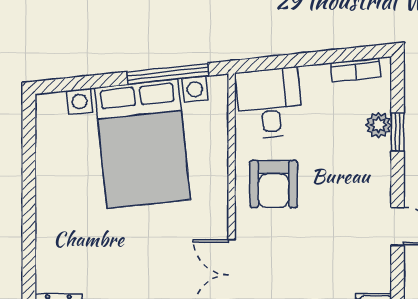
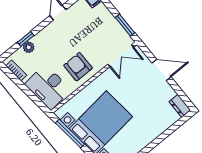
desk: (270, 103) -> (48, 87), width x1.37
armchair: (274, 184) -> (78, 67), turned -90

